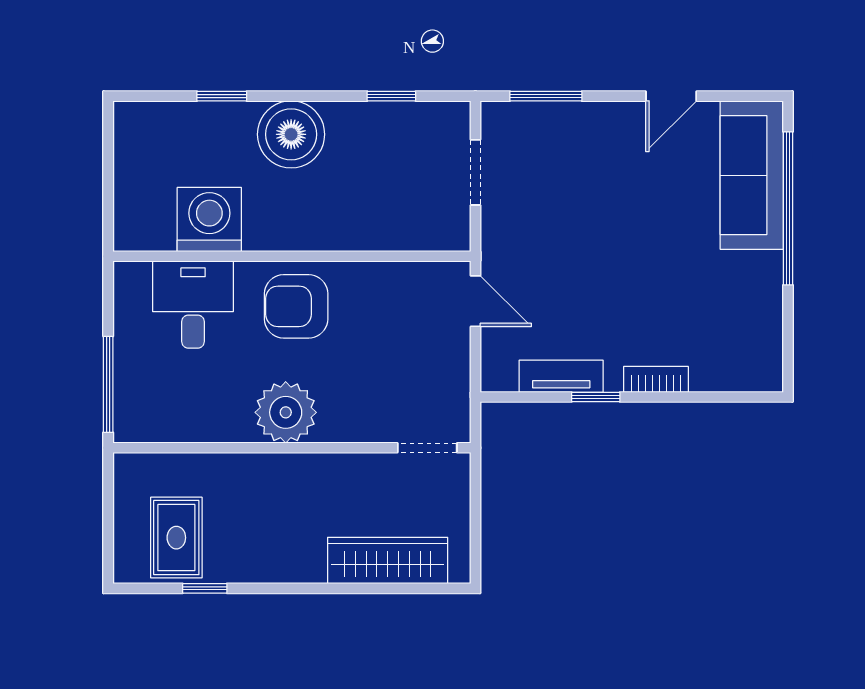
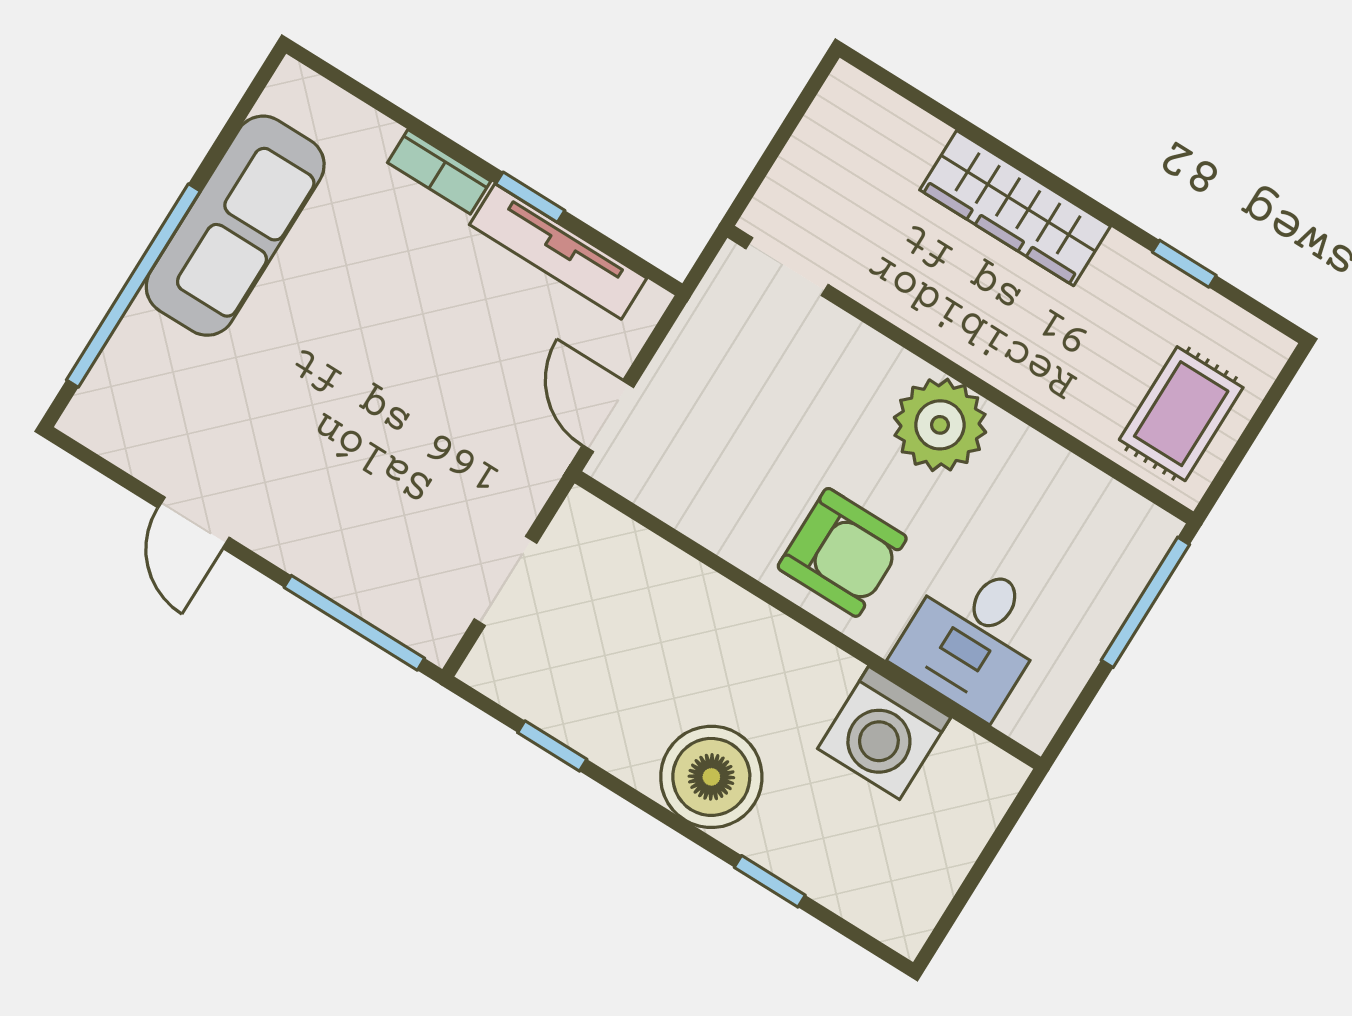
window: (546, 96) -> (354, 623), width x1.44
door: (671, 96) -> (194, 523), swing flipped
sofa: (752, 175) -> (235, 226), moved
tv unit: (561, 376) -> (558, 251), width x1.41
rug: (176, 538) -> (1181, 414), moved
wardrobe: (388, 561) -> (1015, 208), moved

